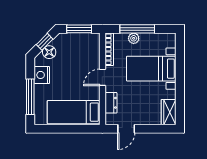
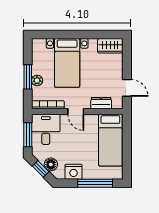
window: (137, 29) -> (28, 77), width x0.69
desk: (84, 47) -> (46, 129), added

